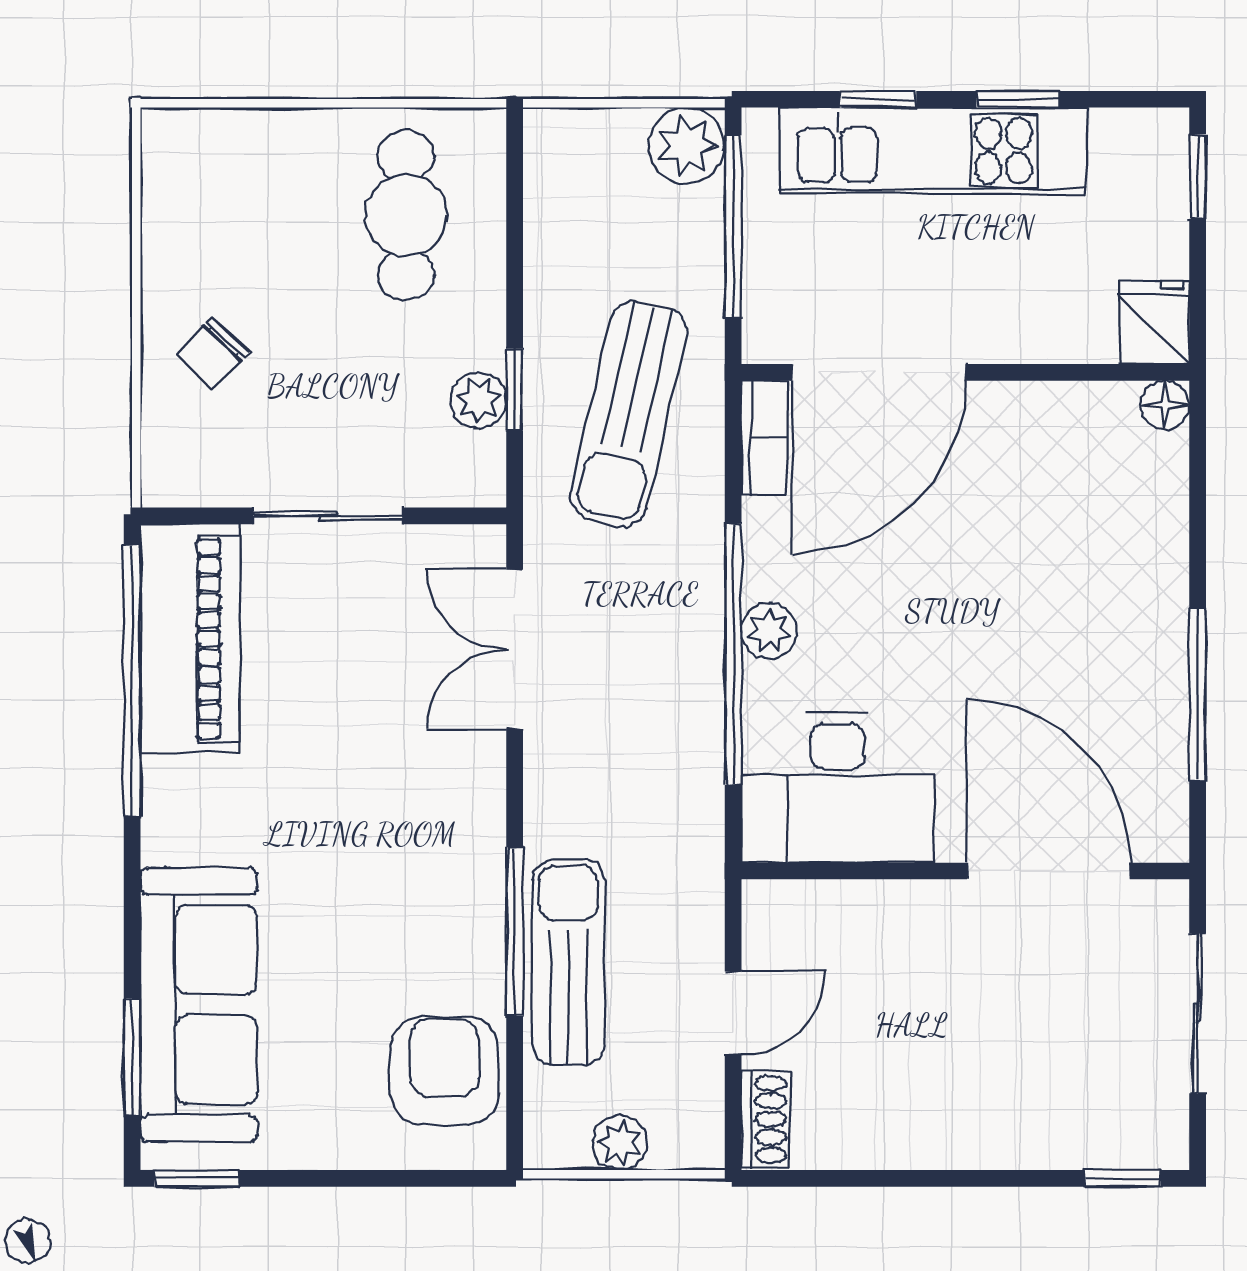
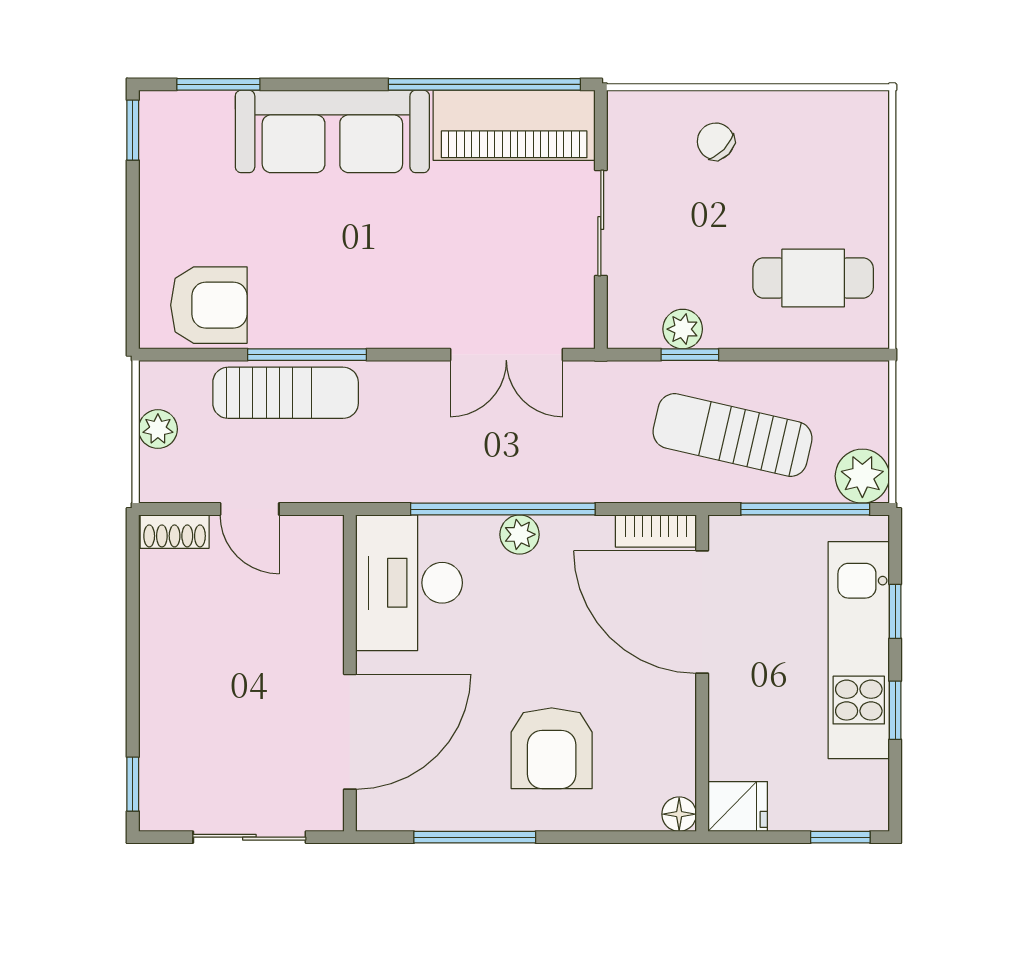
sun lounger: (629, 414) -> (733, 435), moved
armchair: (1072, 586) -> (552, 748), added
double door: (515, 649) -> (506, 355), swing flipped
sofa: (199, 1005) -> (332, 131), moved

